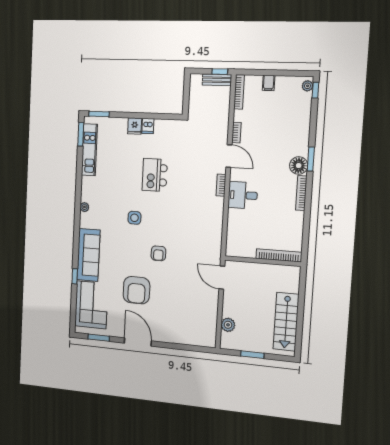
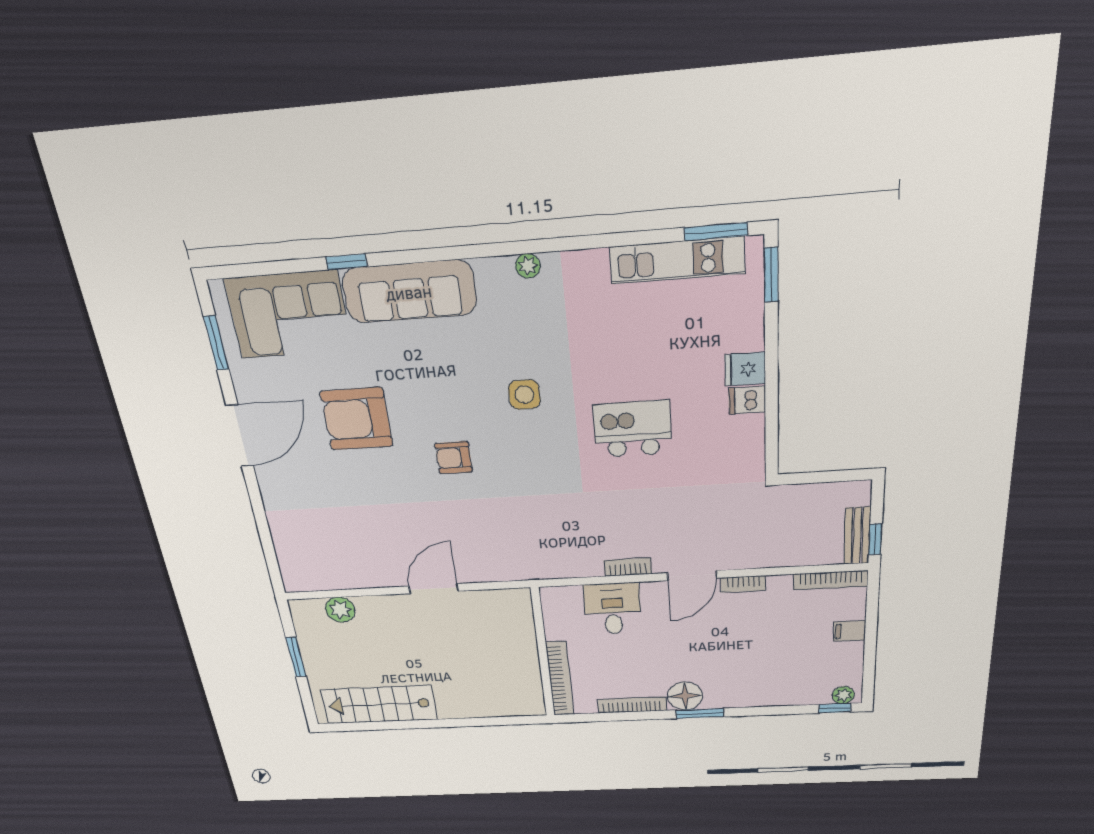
bookcase: (279, 255) -> (560, 679), moved
wall: (262, 261) -> (543, 653), moved

